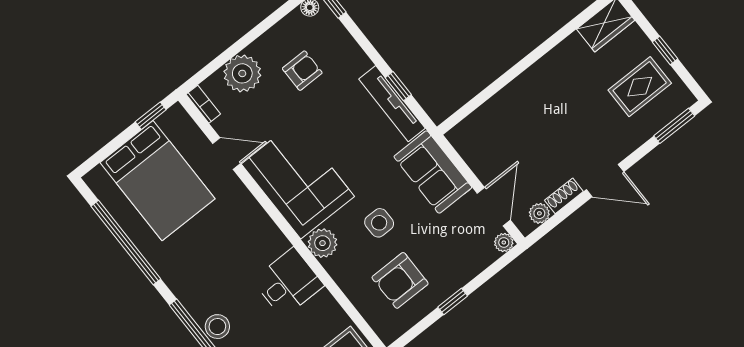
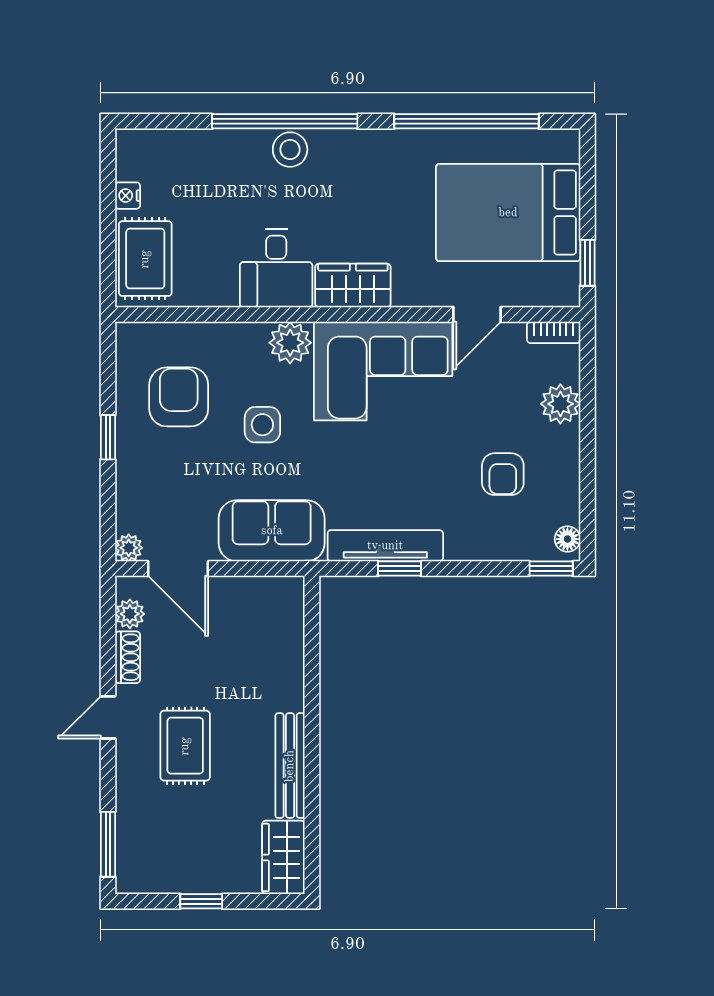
bench: (553, 61) -> (290, 766), added
plant: (242, 73) -> (560, 404), width x0.73, depth x0.73
rug: (640, 87) -> (185, 746), moved
door: (605, 181) -> (108, 717), width x0.73
wardrobe: (264, 234) -> (353, 286), added

